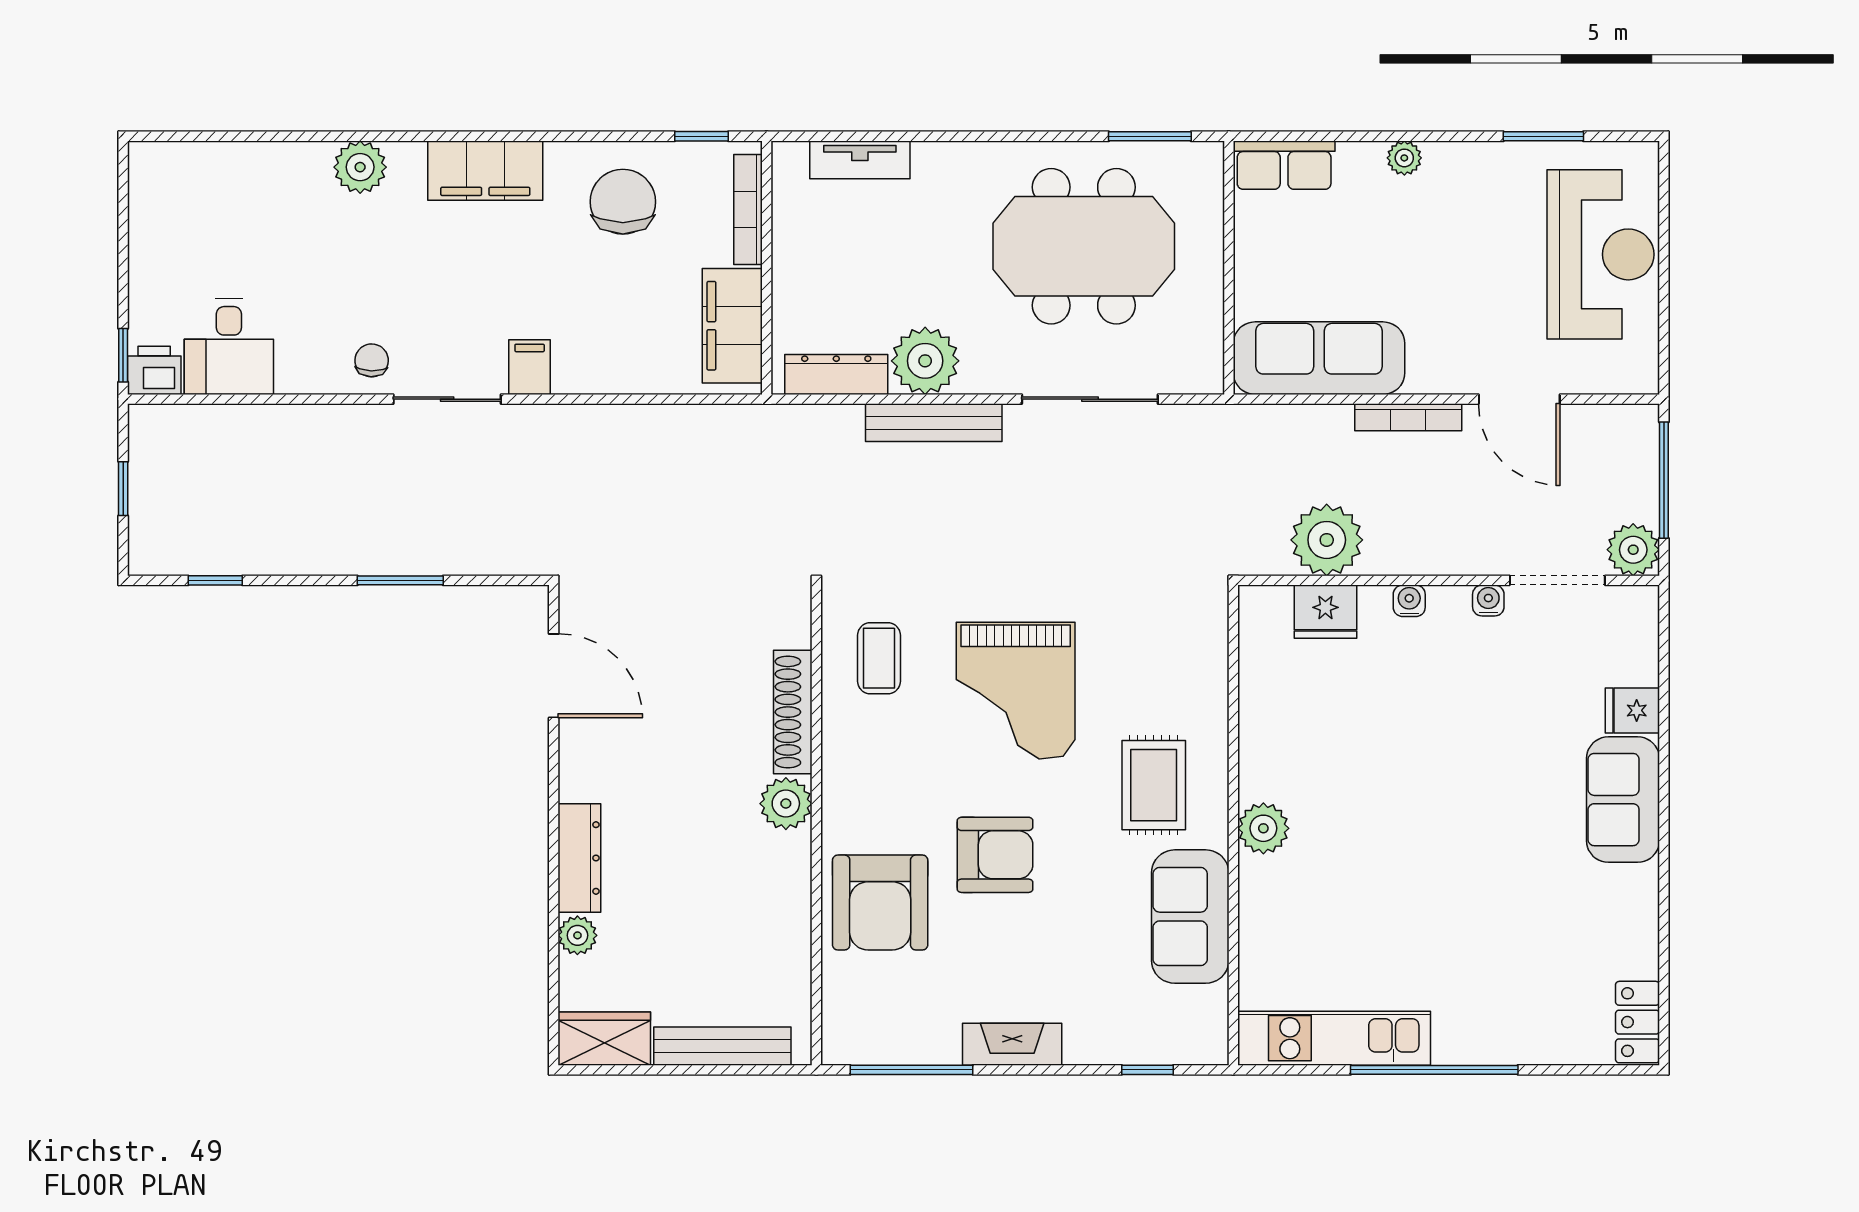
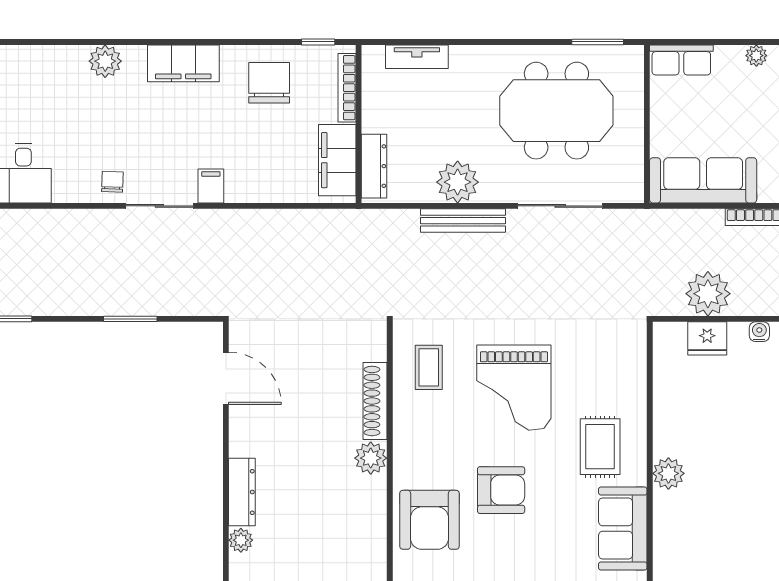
dresser: (836, 374) -> (374, 166), moved, turned 90

